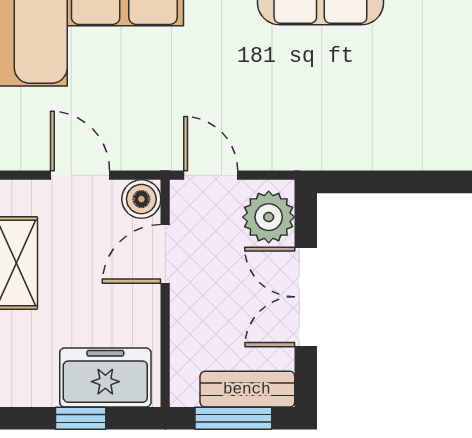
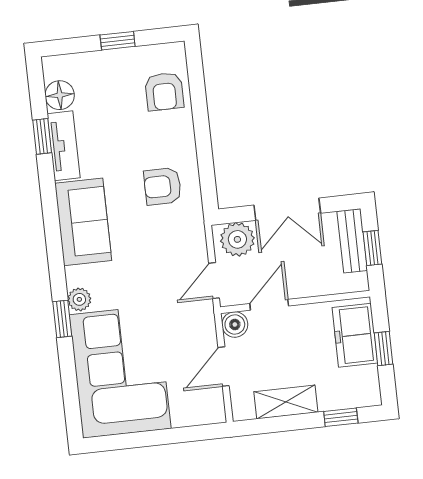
armchair: (361, 114) -> (163, 186), added
door: (165, 254) -> (269, 305), swing flipped
window: (233, 418) -> (372, 248), width x0.67

